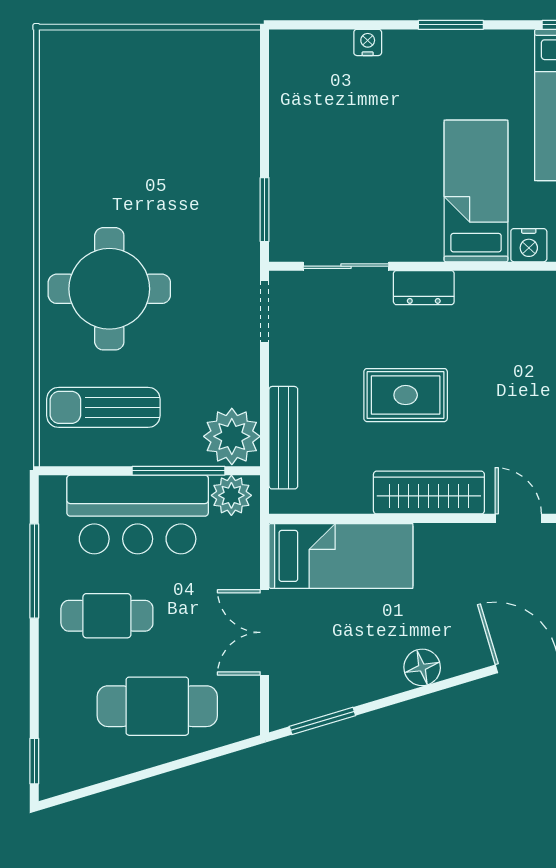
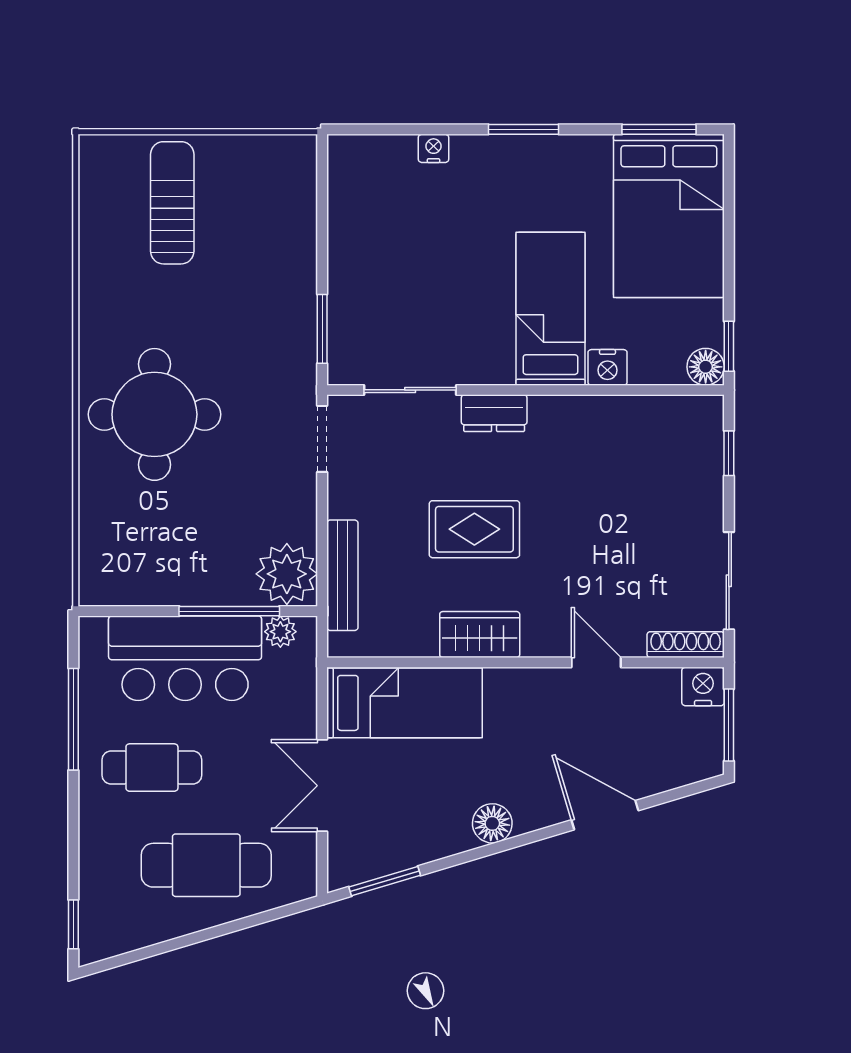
sun lounger: (103, 407) -> (172, 203), moved, turned 90
wardrobe: (429, 493) -> (480, 635), width x0.67
plant: (231, 495) -> (280, 632), width x0.73, depth x0.73

